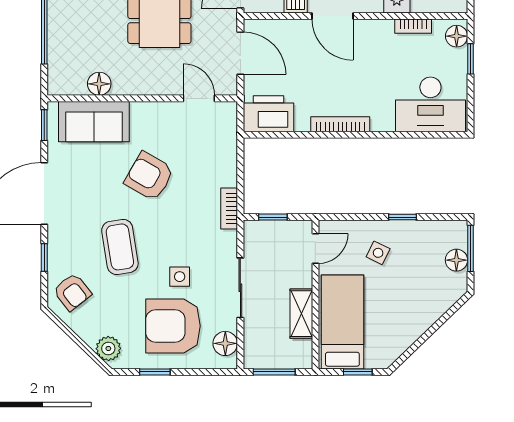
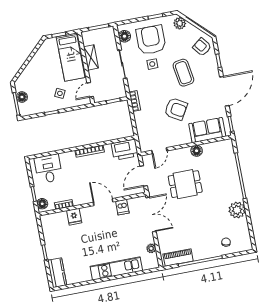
door: (240, 53) -> (144, 176), hinge flipped
floor lamp: (99, 84) -> (197, 151), moved
door: (199, 98) -> (159, 151), hinge flipped
desk: (430, 104) -> (48, 169), width x0.73
armchair: (173, 326) -> (151, 40), turned -90

